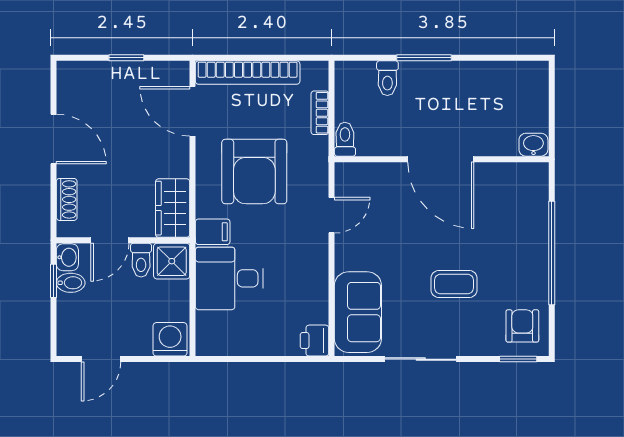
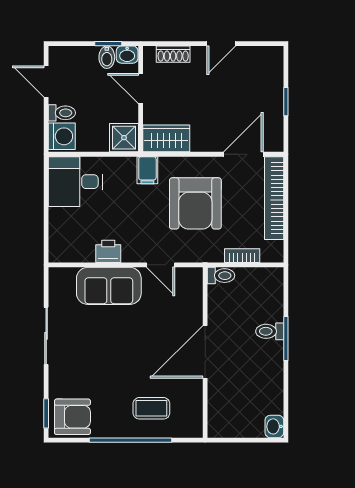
toilet: (387, 78) -> (270, 331), moved
door: (54, 139) -> (221, 44), width x0.73
washbasin: (533, 145) -> (274, 426), moved, turned 180
armchair: (254, 172) -> (195, 203), turned -90
toilet: (141, 260) -> (62, 113), moved, turned 180
desk: (229, 278) -> (75, 182), moved, turned -90
coffee table: (454, 284) -> (151, 408), moved, turned 90
sofa: (358, 312) -> (109, 286), moved
armchair: (522, 326) -> (72, 417), width x1.38, depth x1.38
printer: (315, 341) -> (108, 251), moved

